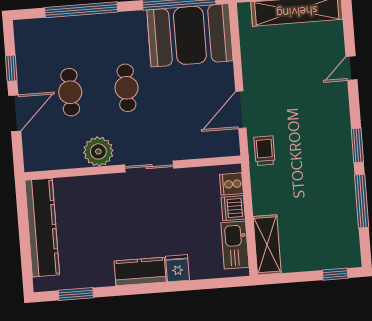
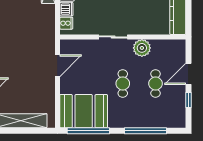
trolley: (264, 151) -> (46, 41), removed

